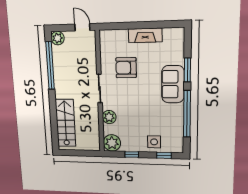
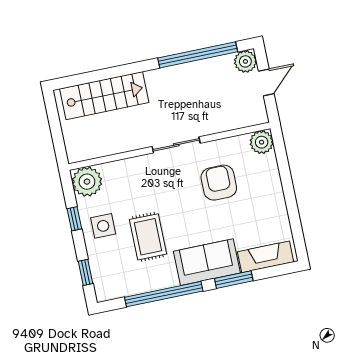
door: (82, 27) -> (266, 82), moved
fireplace: (145, 35) -> (266, 257), moved, turned 90
rug: (150, 116) -> (148, 237), added
plant: (109, 117) -> (262, 142), moved
side table: (154, 142) -> (103, 226), moved

